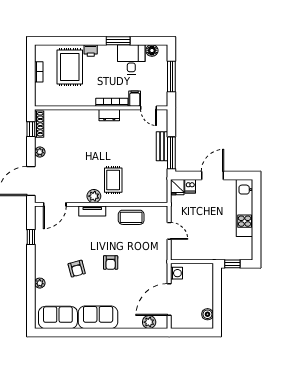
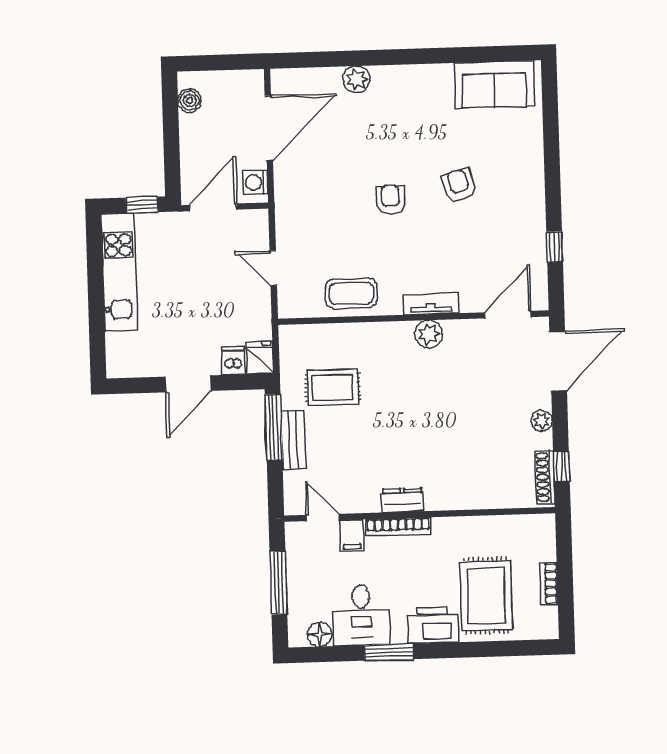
printer: (91, 51) -> (433, 625), width x1.87, depth x1.48
rug: (113, 180) -> (333, 387), moved, turned 90
kitchen unit: (245, 208) -> (119, 272), moved
door: (198, 262) -> (213, 207), added
plant: (40, 283) -> (533, 153), removed
sofa: (98, 317) -> (412, 87), removed
plant: (149, 322) -> (357, 79), moved

